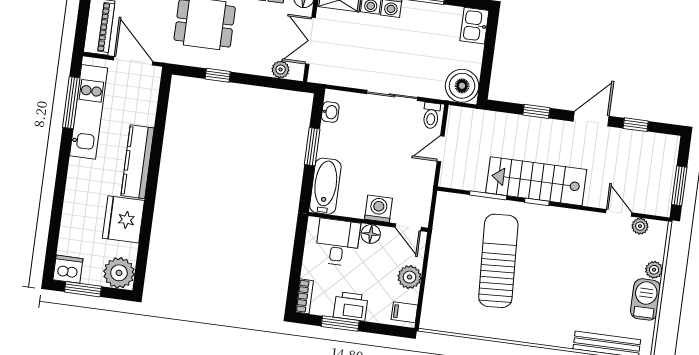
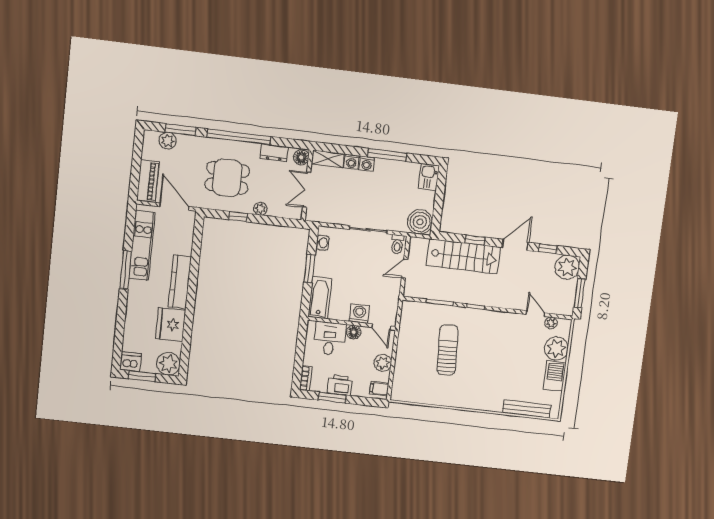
plant: (281, 69) -> (260, 209), moved
window: (71, 103) -> (126, 270), moved
plant: (662, 150) -> (567, 267), added
stairs: (536, 181) -> (463, 256), moved, turned 180
sun lounger: (498, 261) -> (448, 350), width x0.73, depth x0.75
plant: (654, 270) -> (556, 348), width x1.87, depth x1.87

